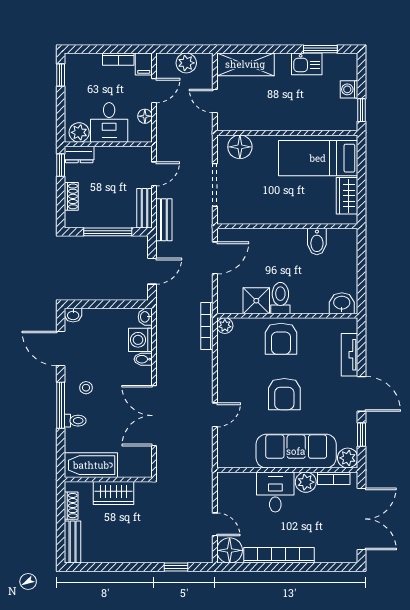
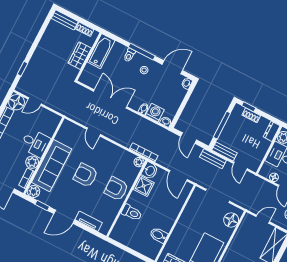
window: (61, 165) -> (249, 107), moved
toilet: (280, 298) -> (132, 213), moved
washbasin: (342, 303) -> (150, 171), moved

